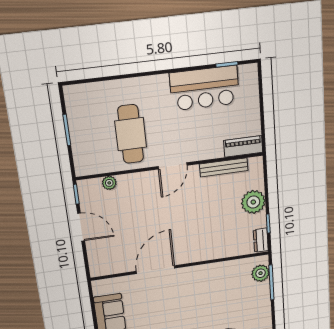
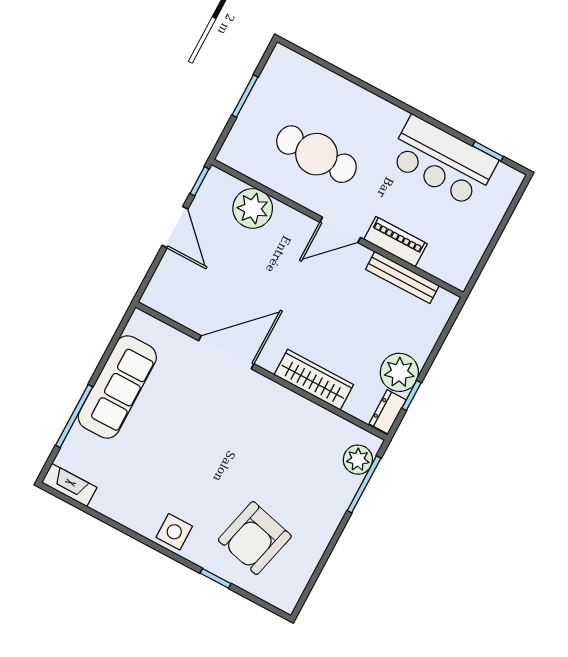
cafe table: (131, 134) -> (316, 154), turned 90
piano: (243, 146) -> (395, 242), moved
plant: (109, 183) -> (253, 208), width x1.88, depth x1.88
plant: (253, 202) -> (399, 372), moved
wardrobe: (211, 251) -> (314, 380), added

